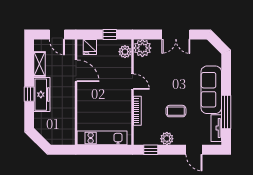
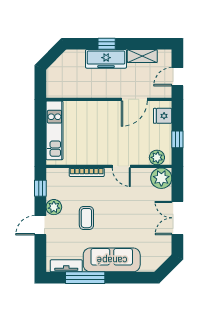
door: (132, 82) -> (121, 166), hinge flipped
door: (194, 150) -> (40, 225), moved

